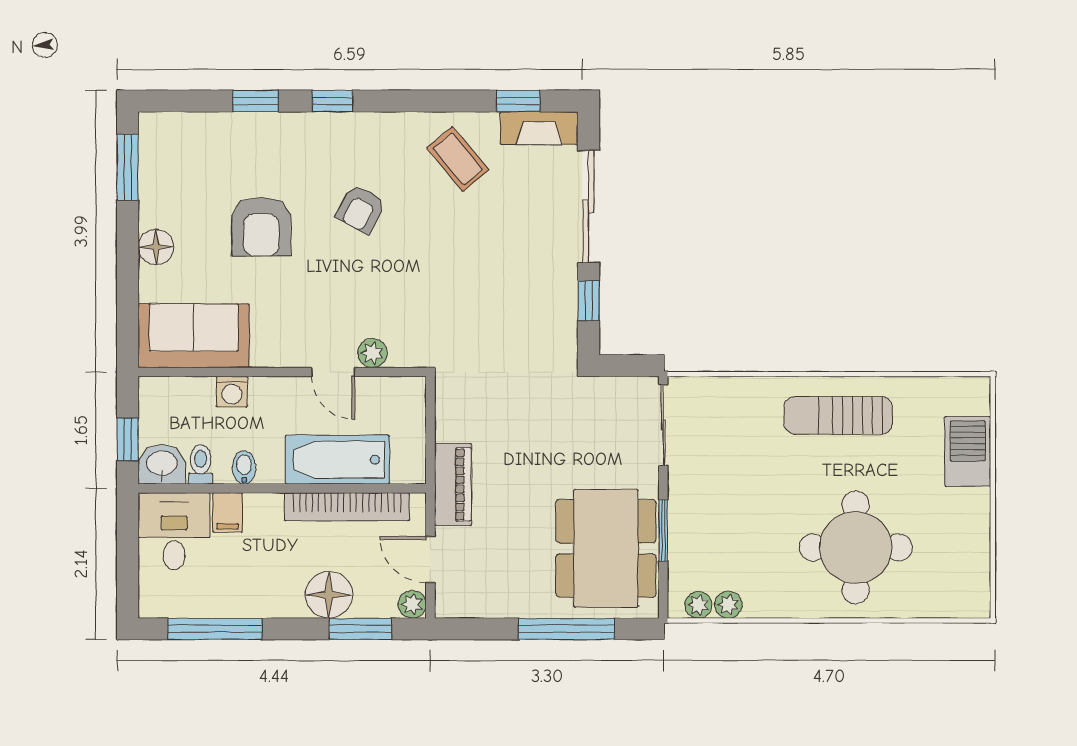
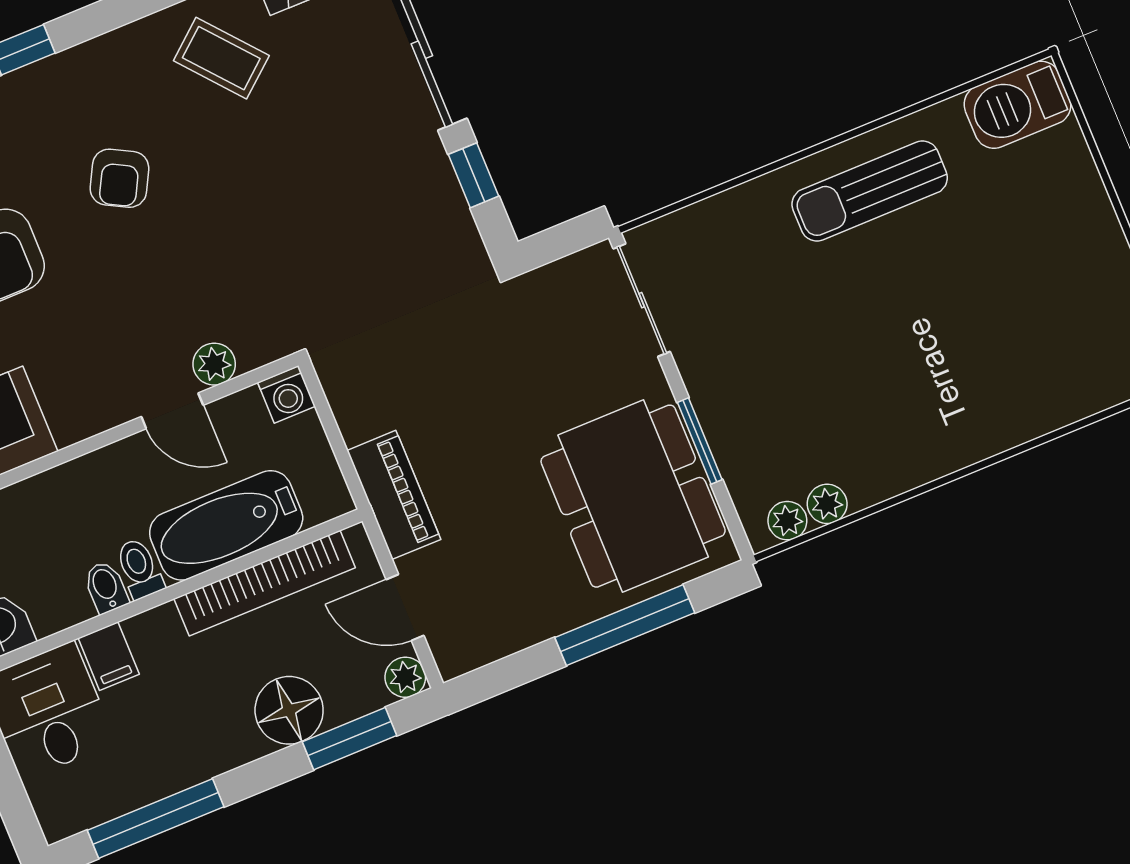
washing machine: (232, 392) -> (287, 394), moved
barbecue: (968, 451) -> (1017, 105), moved, turned -90
toilet: (201, 464) -> (139, 569), moved
round table: (856, 547) -> (966, 358), removed

